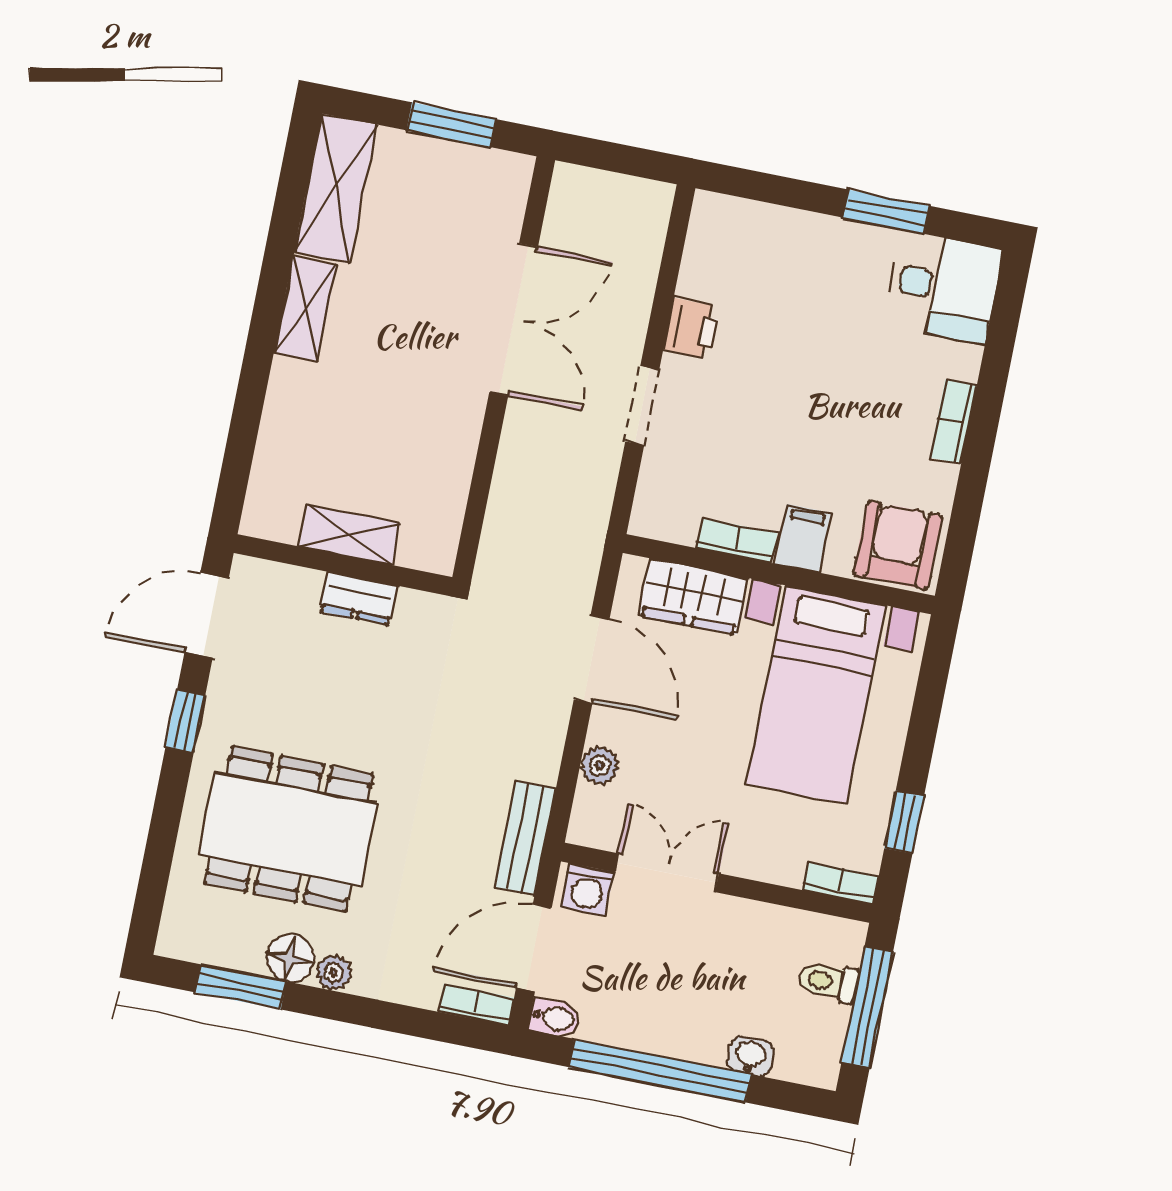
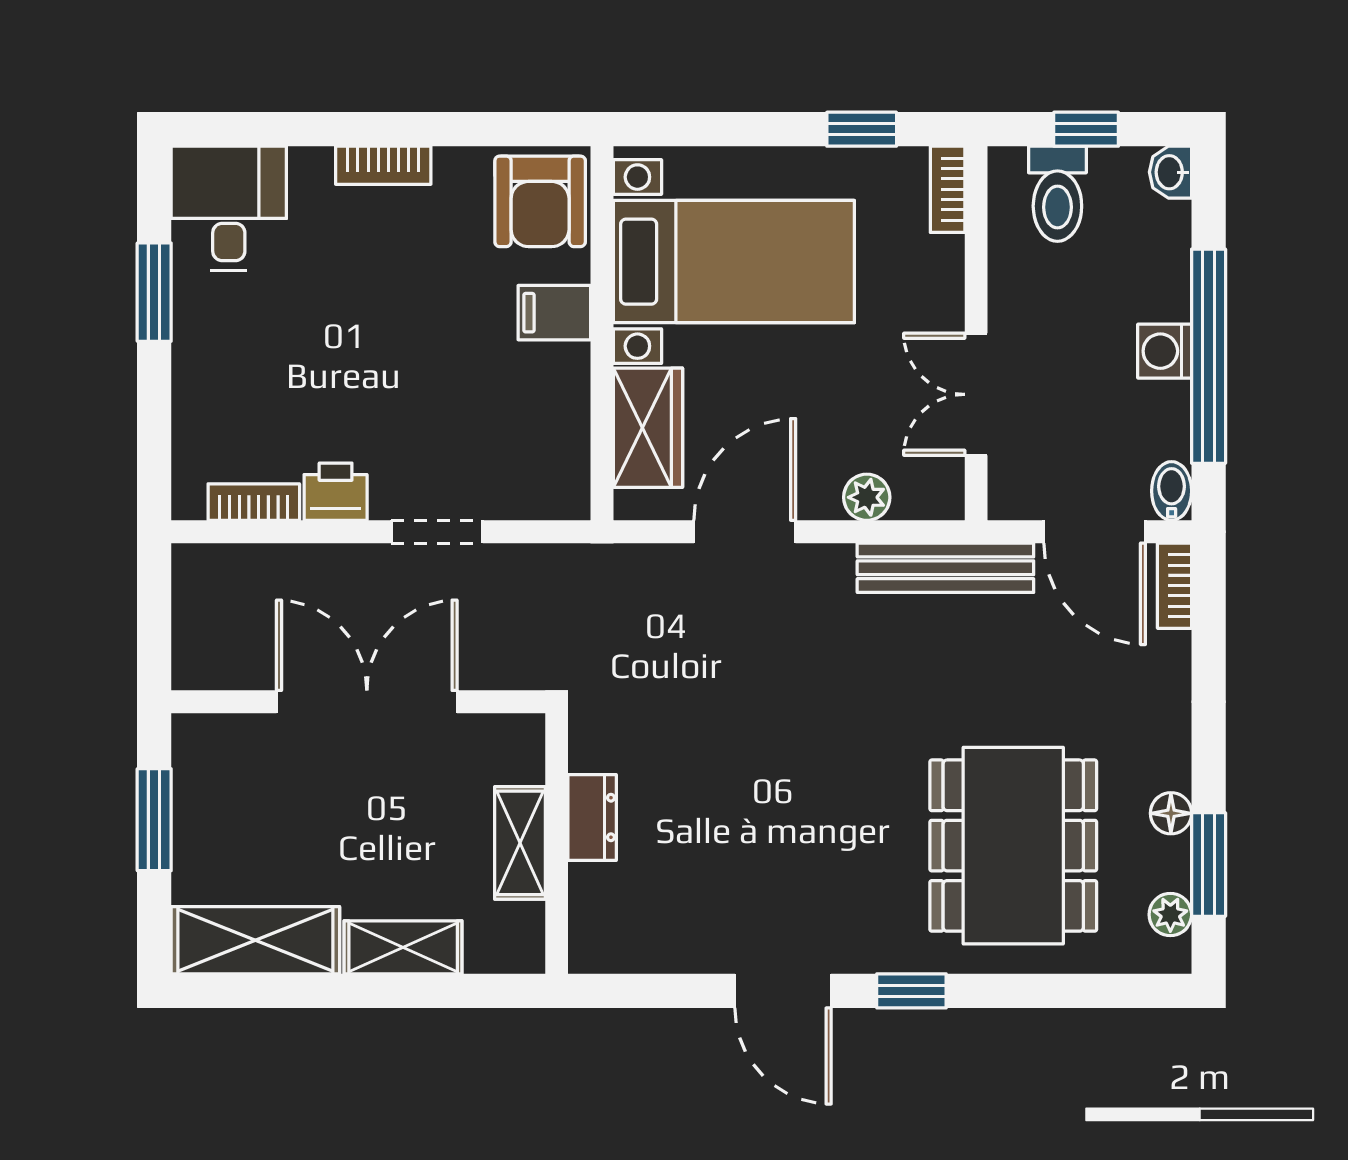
shelving: (350, 535) -> (520, 843), moved
bookcase: (737, 540) -> (254, 502), moved, turned 90
armchair: (898, 545) -> (540, 201), turned -90
wall: (343, 565) -> (557, 843), moved
dresser: (359, 599) -> (592, 817), moved
bench: (525, 838) -> (945, 568), width x1.36
washing machine: (587, 890) -> (1165, 351), moved, turned 180
floor lamp: (290, 958) -> (1171, 813), width x0.73, depth x0.73
plant: (334, 973) -> (1170, 915), moved
toilet: (828, 982) -> (1057, 194), width x1.37, depth x1.39
window: (867, 1007) -> (1086, 129), width x0.46
washbasin: (750, 1056) -> (1171, 172), moved

